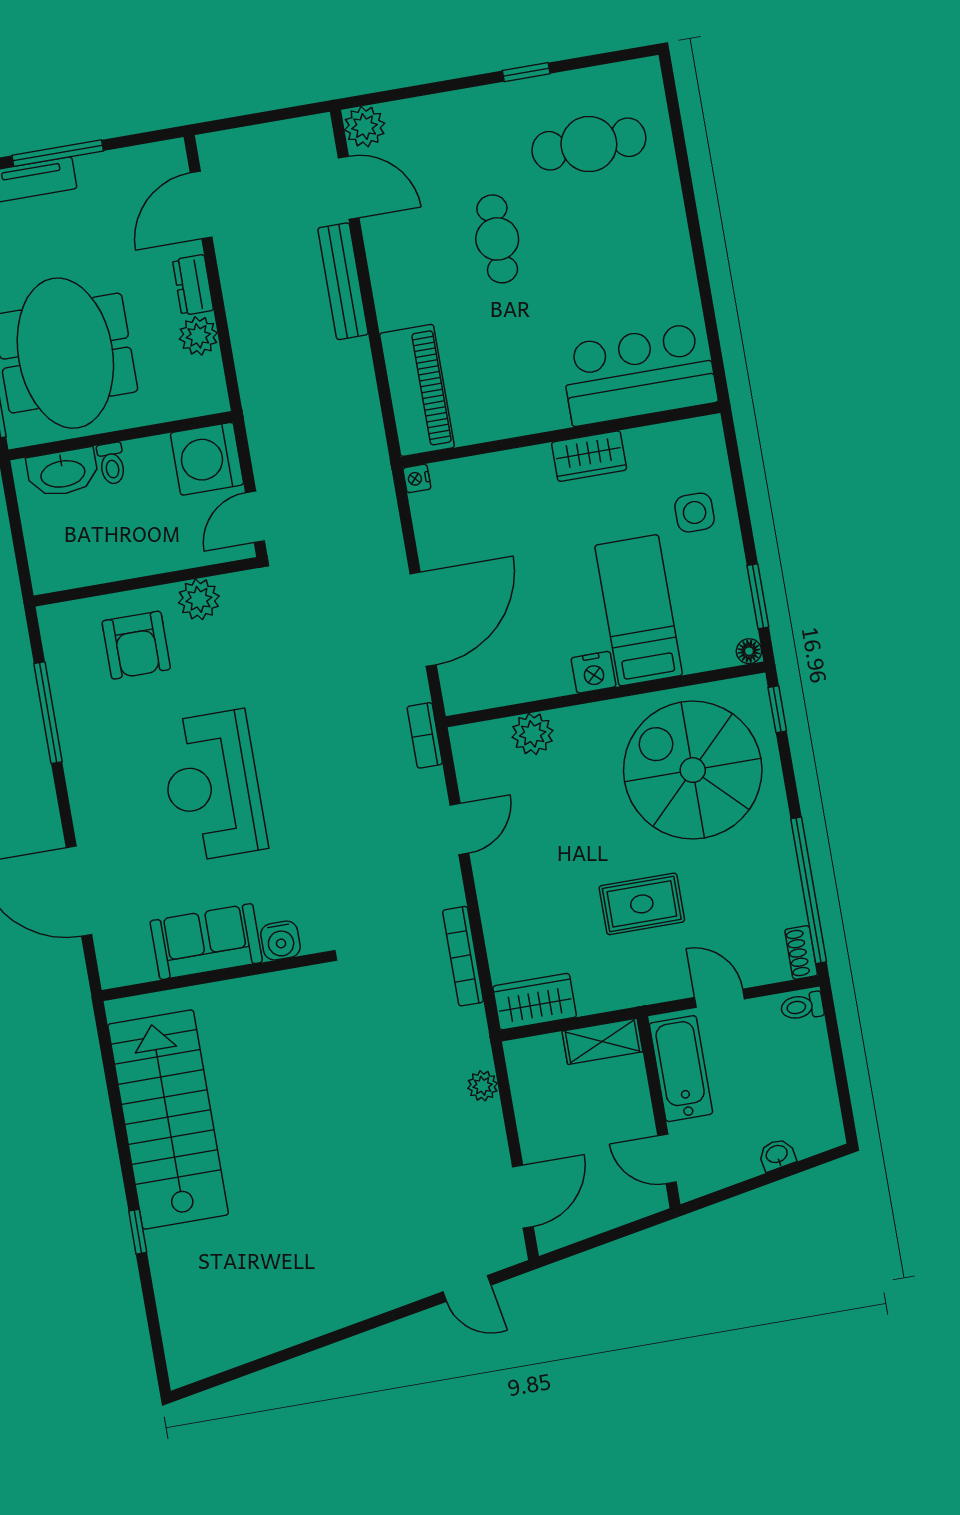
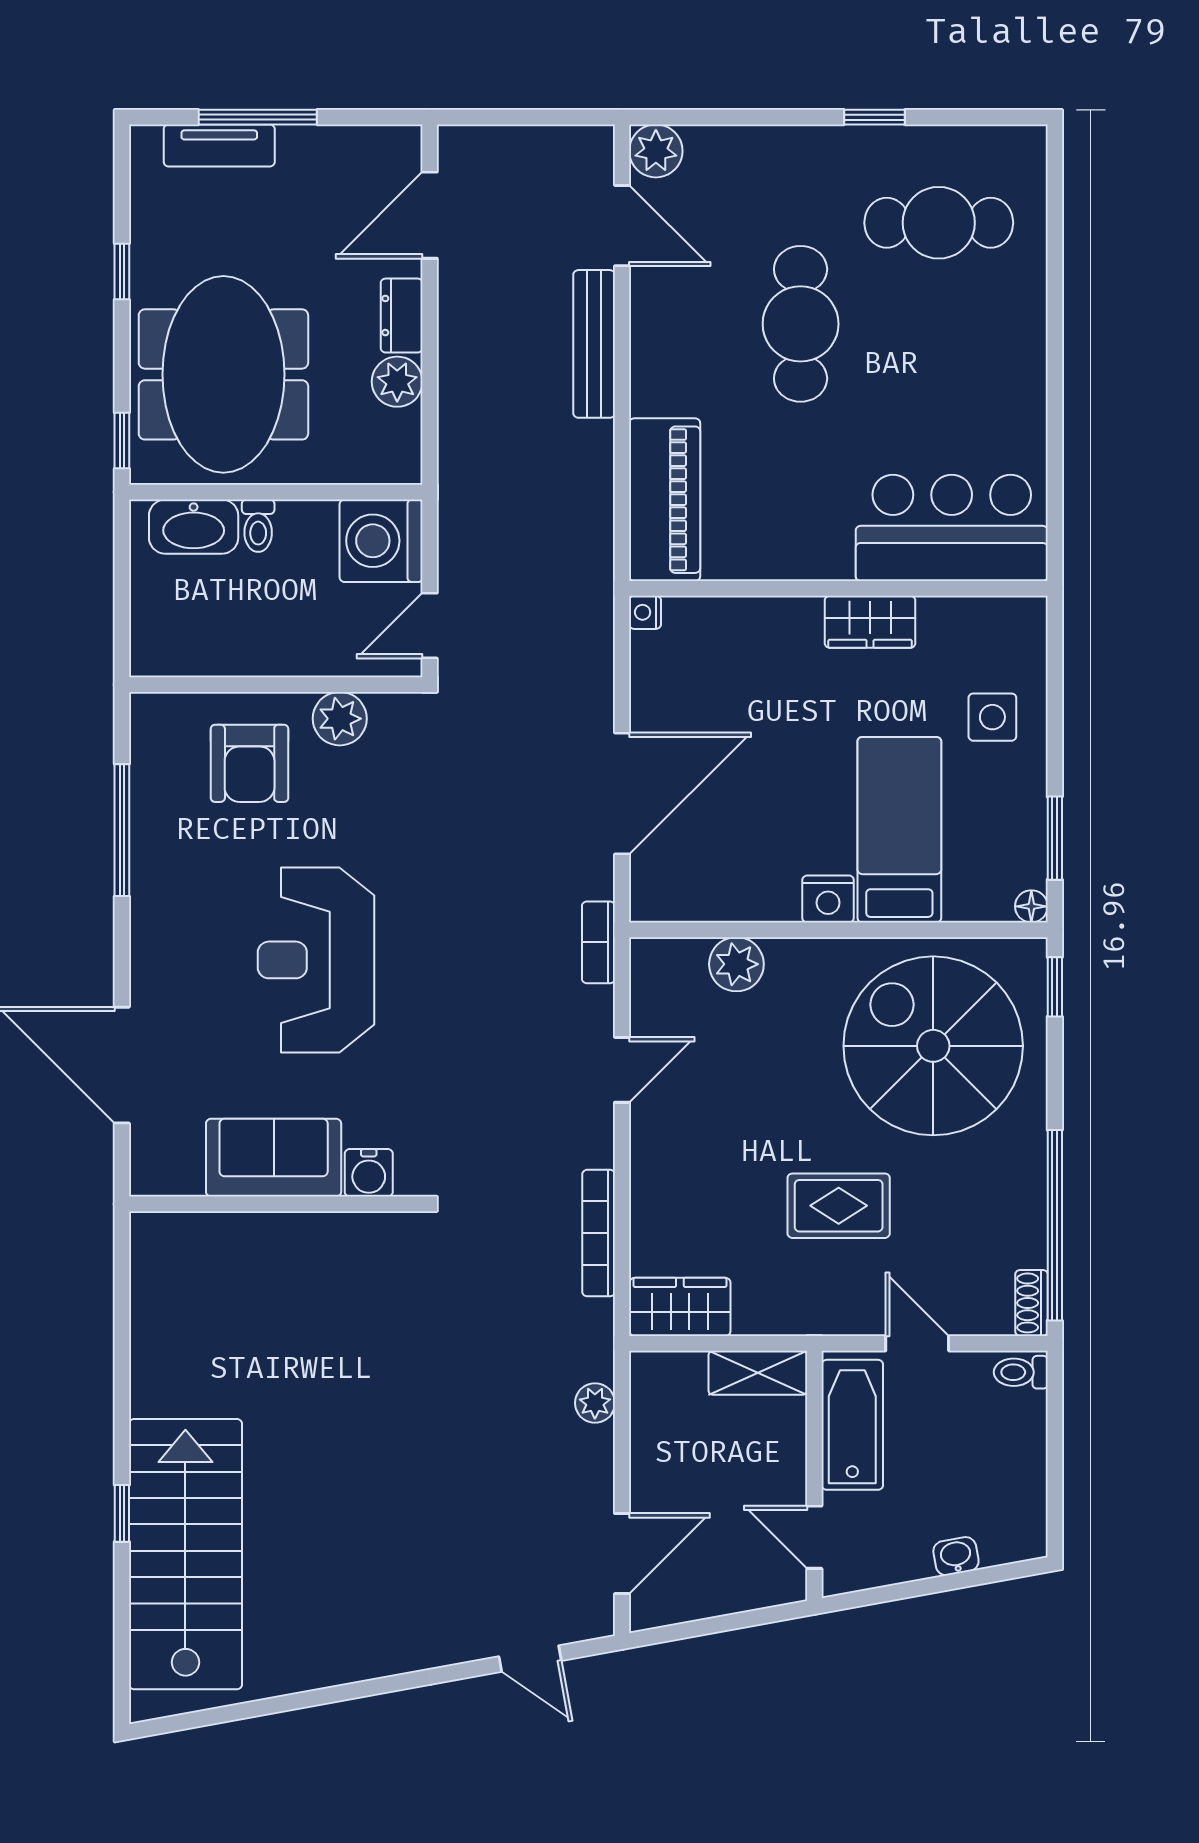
cafe table: (497, 239) -> (801, 324), width x1.37, depth x1.35
stairs: (168, 1120) -> (185, 1554), moved

